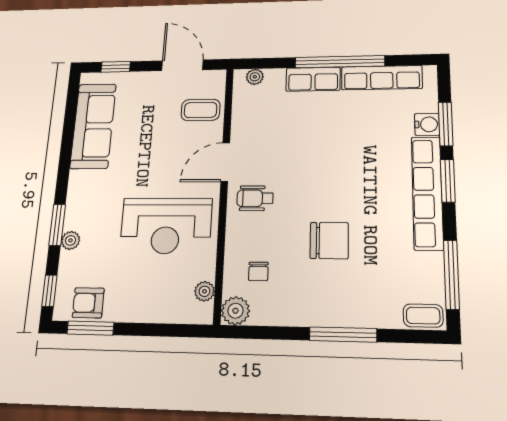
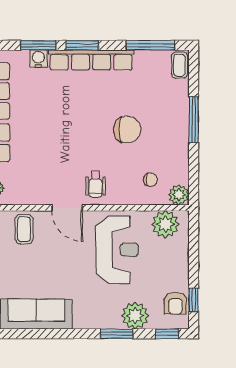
plant: (71, 240) -> (135, 316), width x1.88, depth x1.88
chair: (329, 241) -> (127, 129), turned 90
plant: (205, 291) -> (165, 224), width x1.87, depth x1.87
window: (90, 328) -> (194, 300), width x0.67

